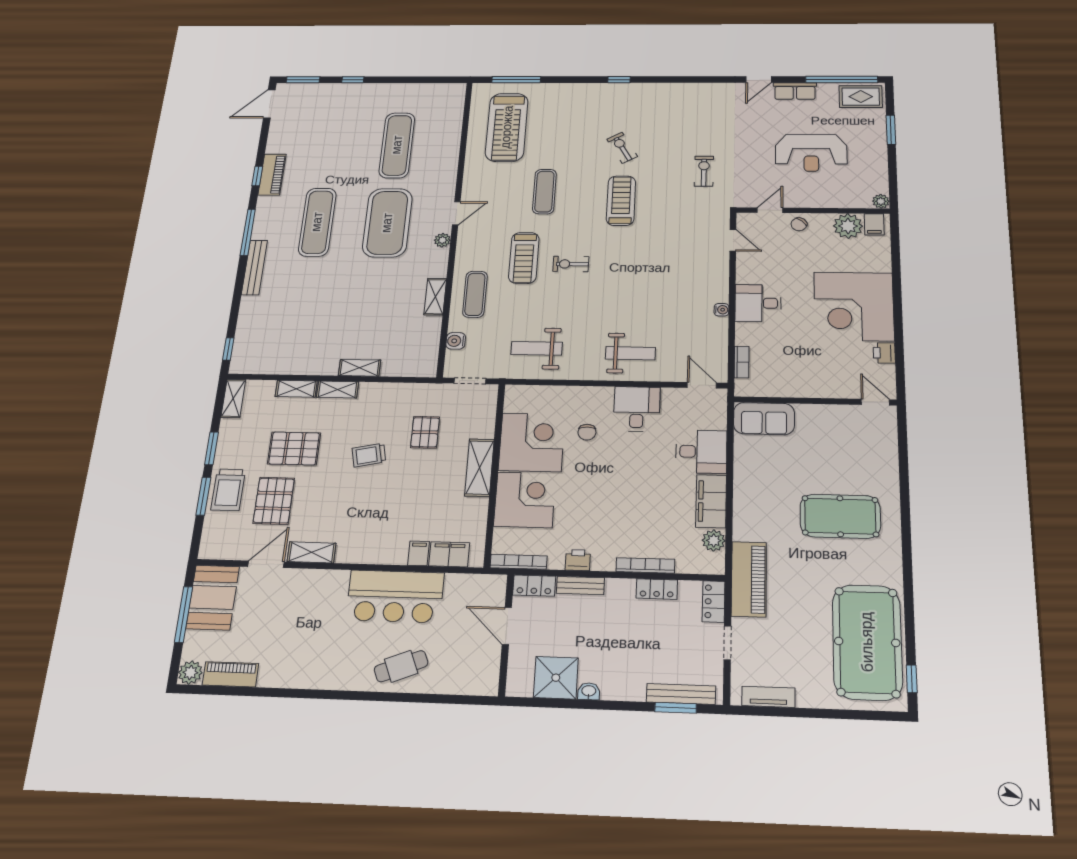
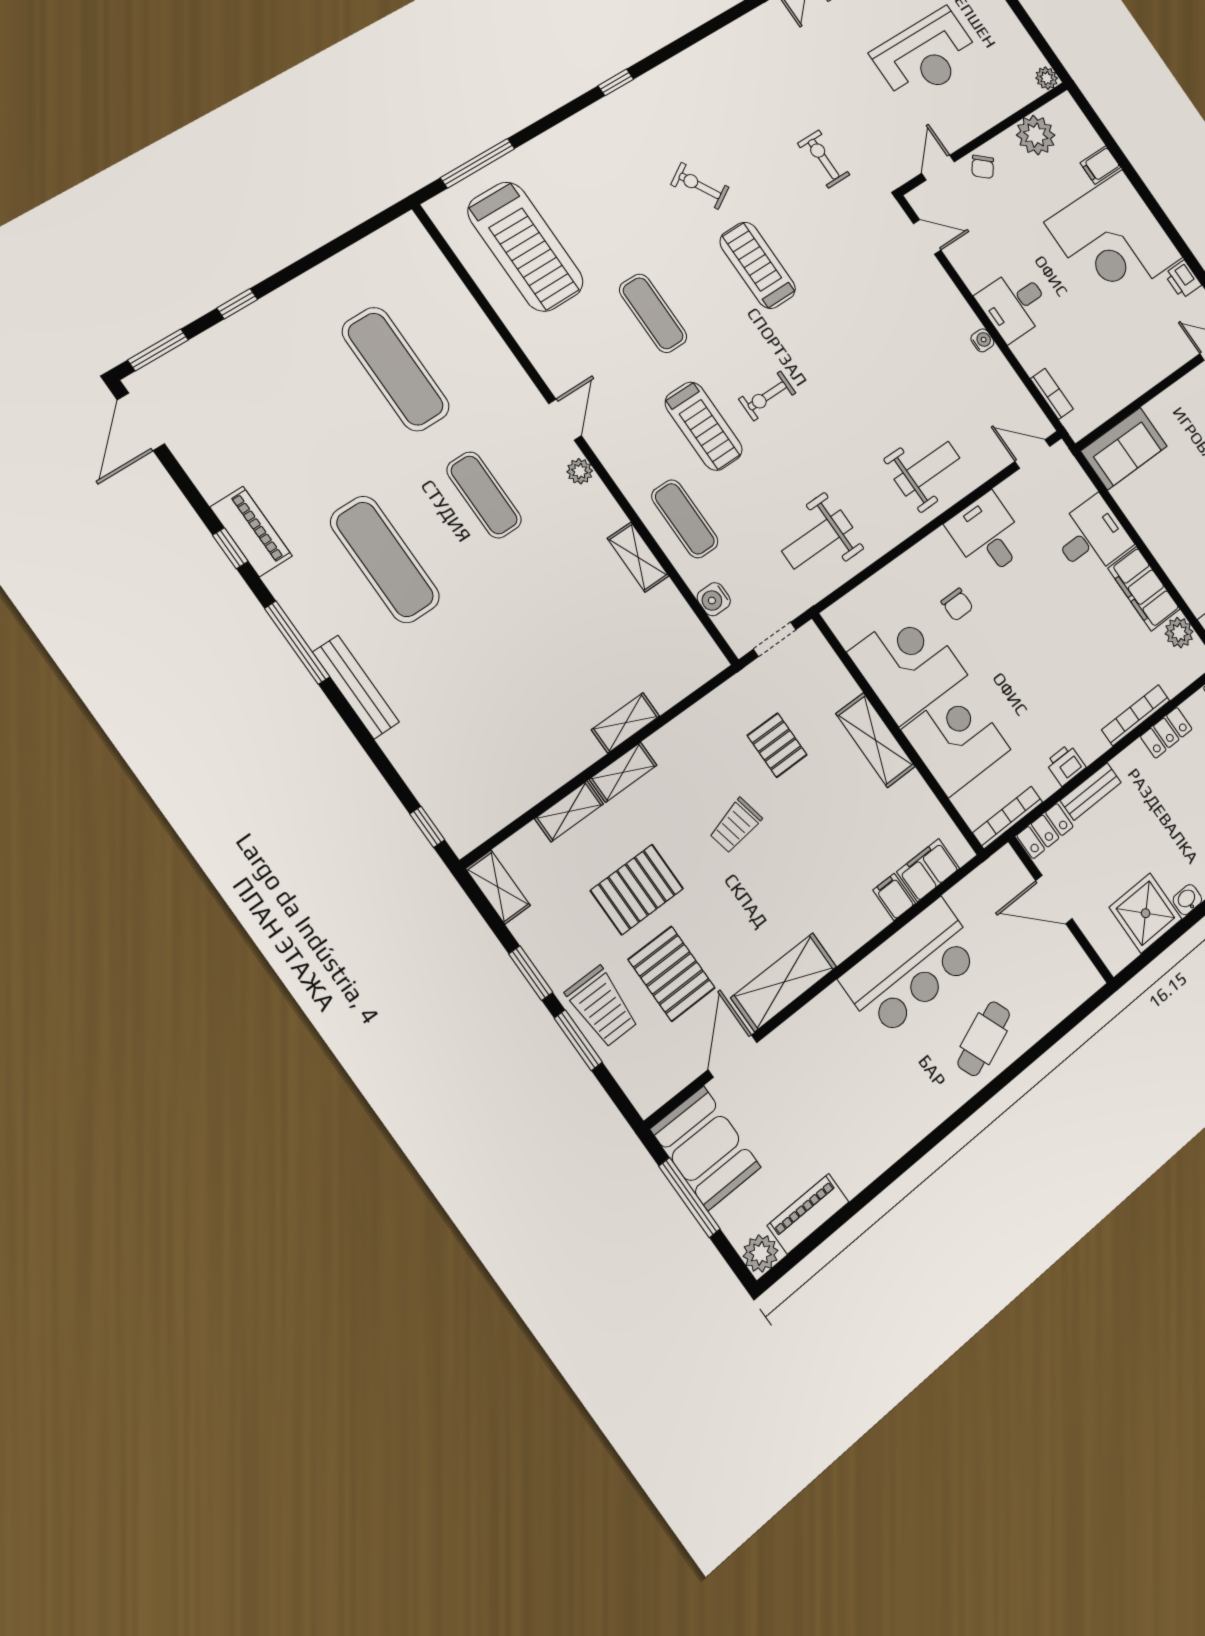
exercise mat: (387, 223) -> (484, 495), width x0.50, depth x0.69
filing cabinet: (874, 224) -> (1100, 165), moved, turned 90
shelving: (312, 552) -> (784, 982), width x1.50, depth x1.33

